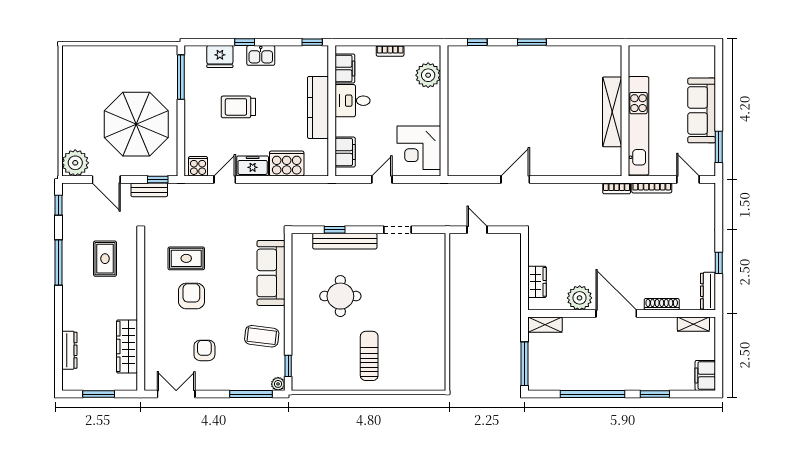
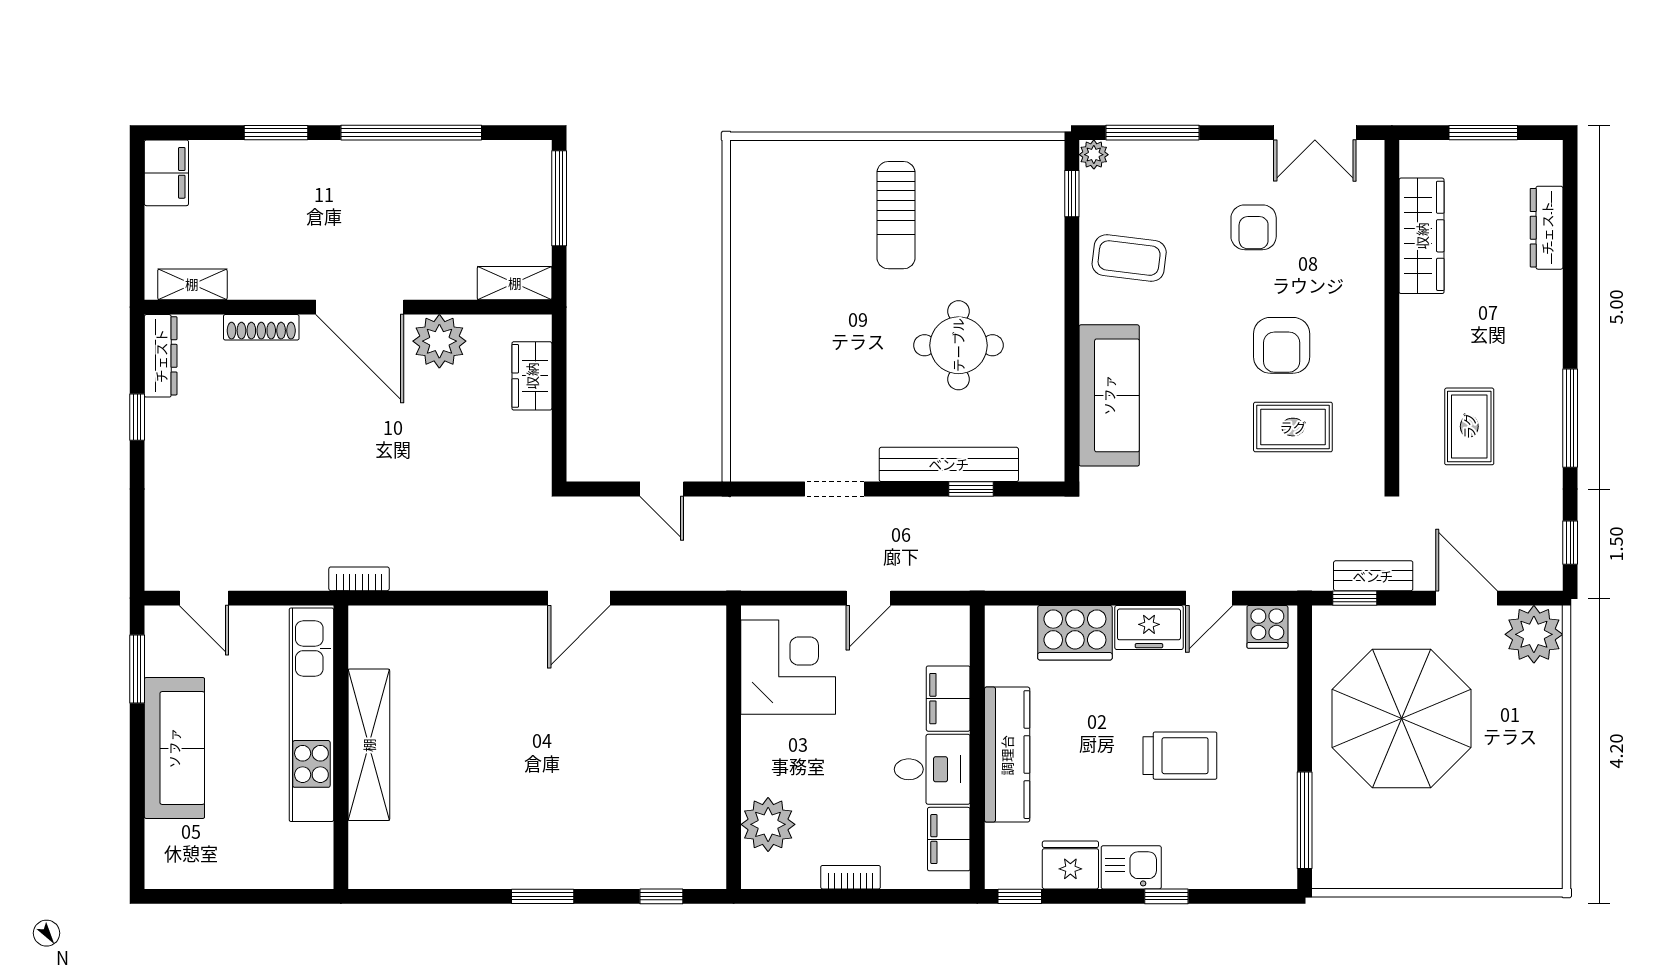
fridge: (220, 57) -> (1070, 865), moved
filing cabinet: (345, 152) -> (948, 699), moved
bookcase: (652, 188) -> (283, 580), removed

